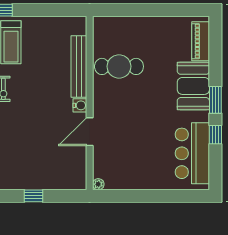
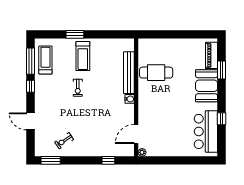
window: (215, 100) -> (221, 70), moved
door: (90, 132) -> (136, 134), moved
window: (33, 196) -> (108, 160), moved

